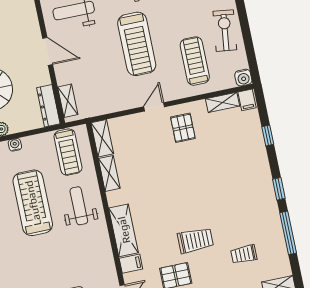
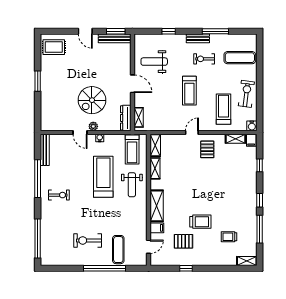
treadmill: (137, 44) -> (189, 91), width x0.73, depth x0.73
weight bench: (79, 206) -> (132, 185), turned 180

